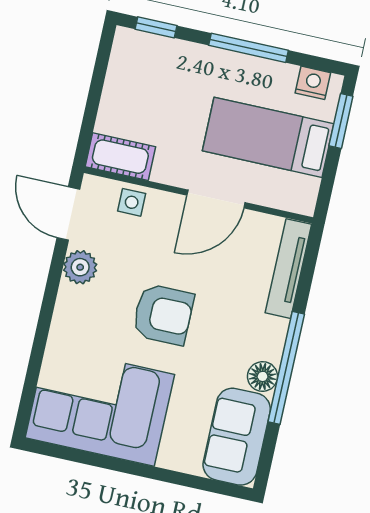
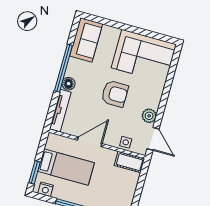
armchair: (163, 314) -> (115, 94), turned 180
floor lamp: (263, 376) -> (69, 84), moved

